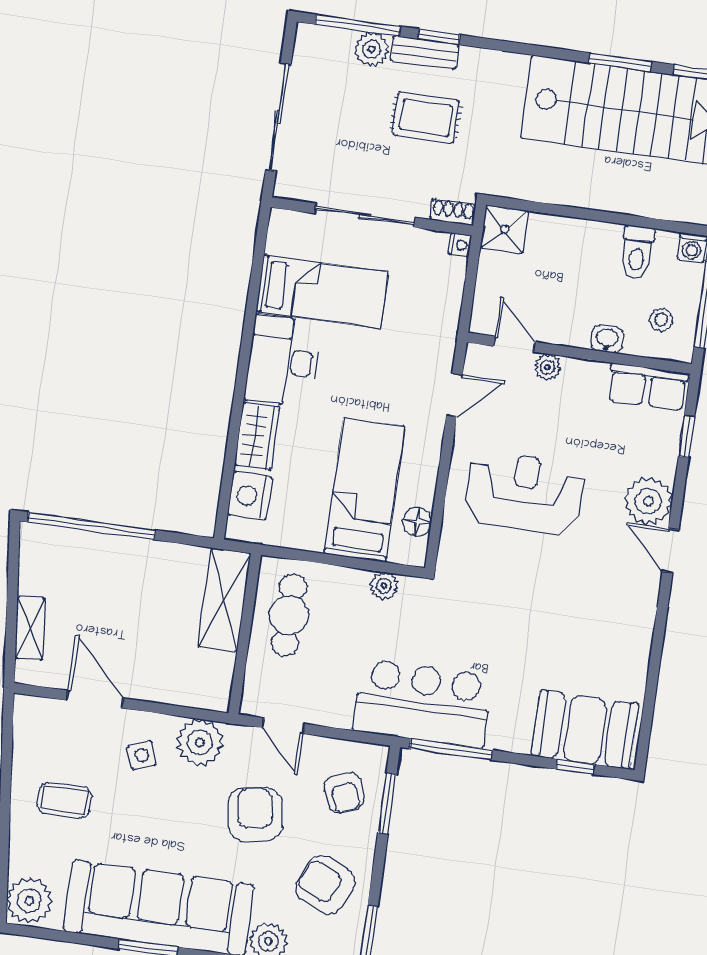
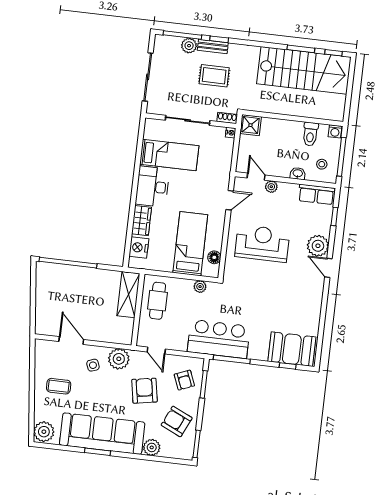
shelving: (30, 628) -> (41, 309), removed

